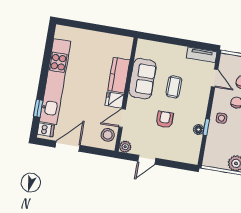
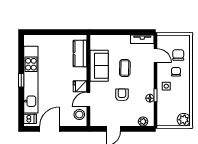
kitchen counter: (119, 75) -> (80, 54), moved
window: (38, 108) -> (21, 80), moved
plant: (125, 147) -> (143, 121), moved

